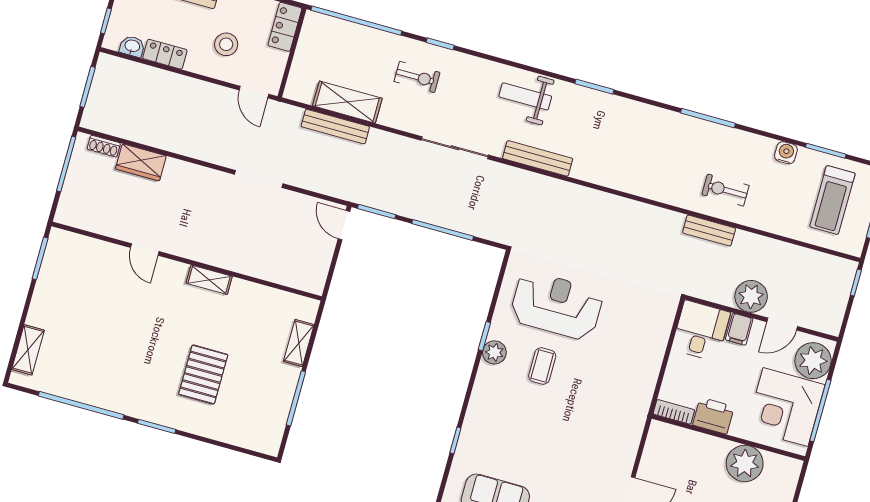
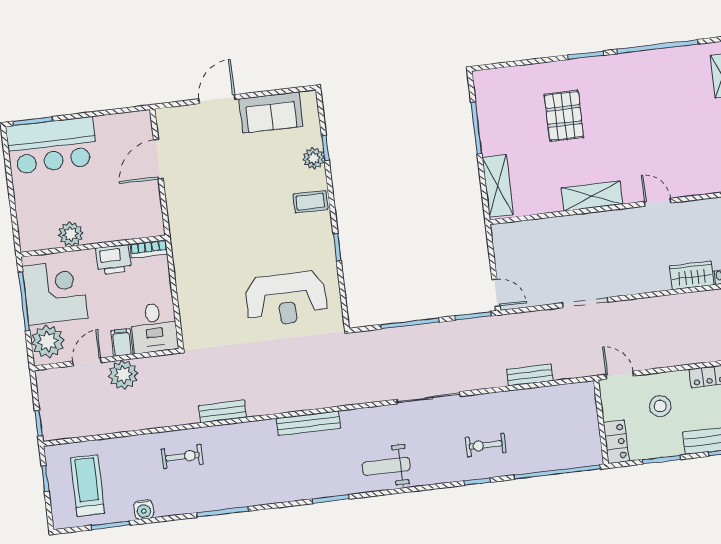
weight bench: (525, 96) -> (386, 466), turned 180
shelving: (347, 102) -> (536, 399), removed
bench: (335, 127) -> (530, 375), width x0.73
bench: (538, 158) -> (308, 423), moved
bench: (709, 231) -> (223, 411), moved
shelving: (209, 280) -> (592, 196), width x1.50, depth x1.33
shelving: (299, 343) -> (498, 186), width x1.50, depth x1.33
plant: (494, 352) -> (314, 158), moved
coffee table: (542, 366) -> (310, 202), moved, turned 90
plant: (745, 463) -> (71, 234), width x0.73, depth x0.73

